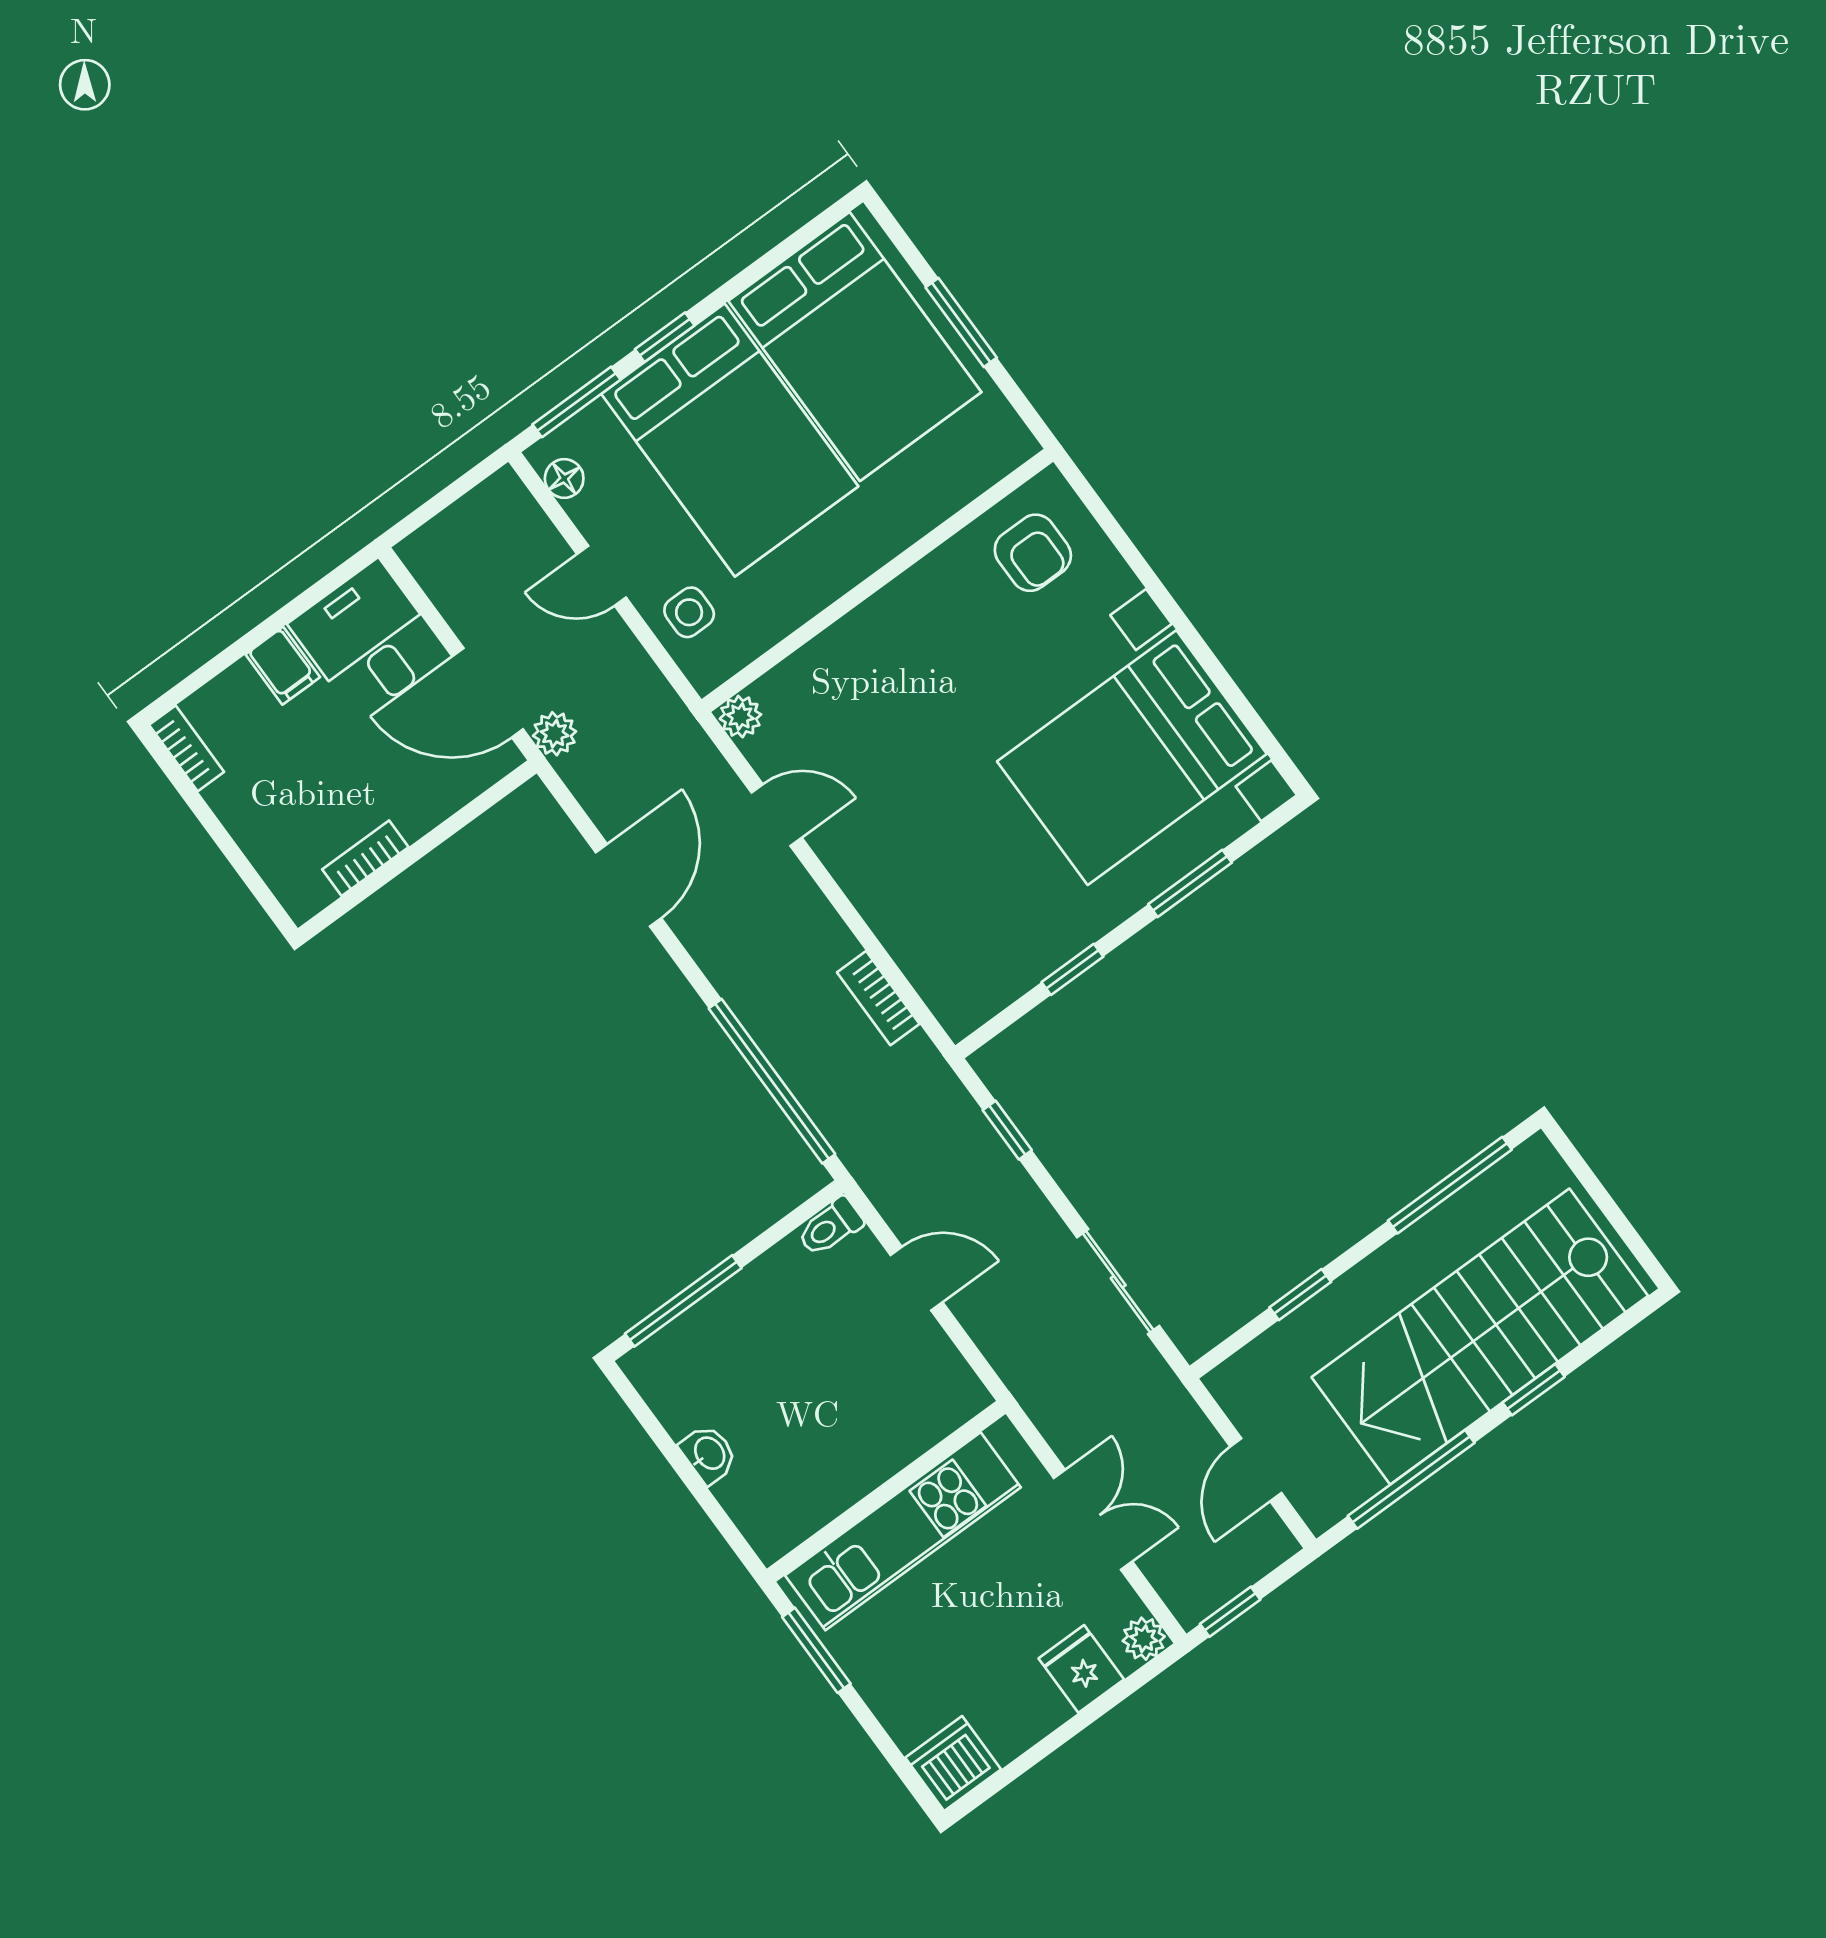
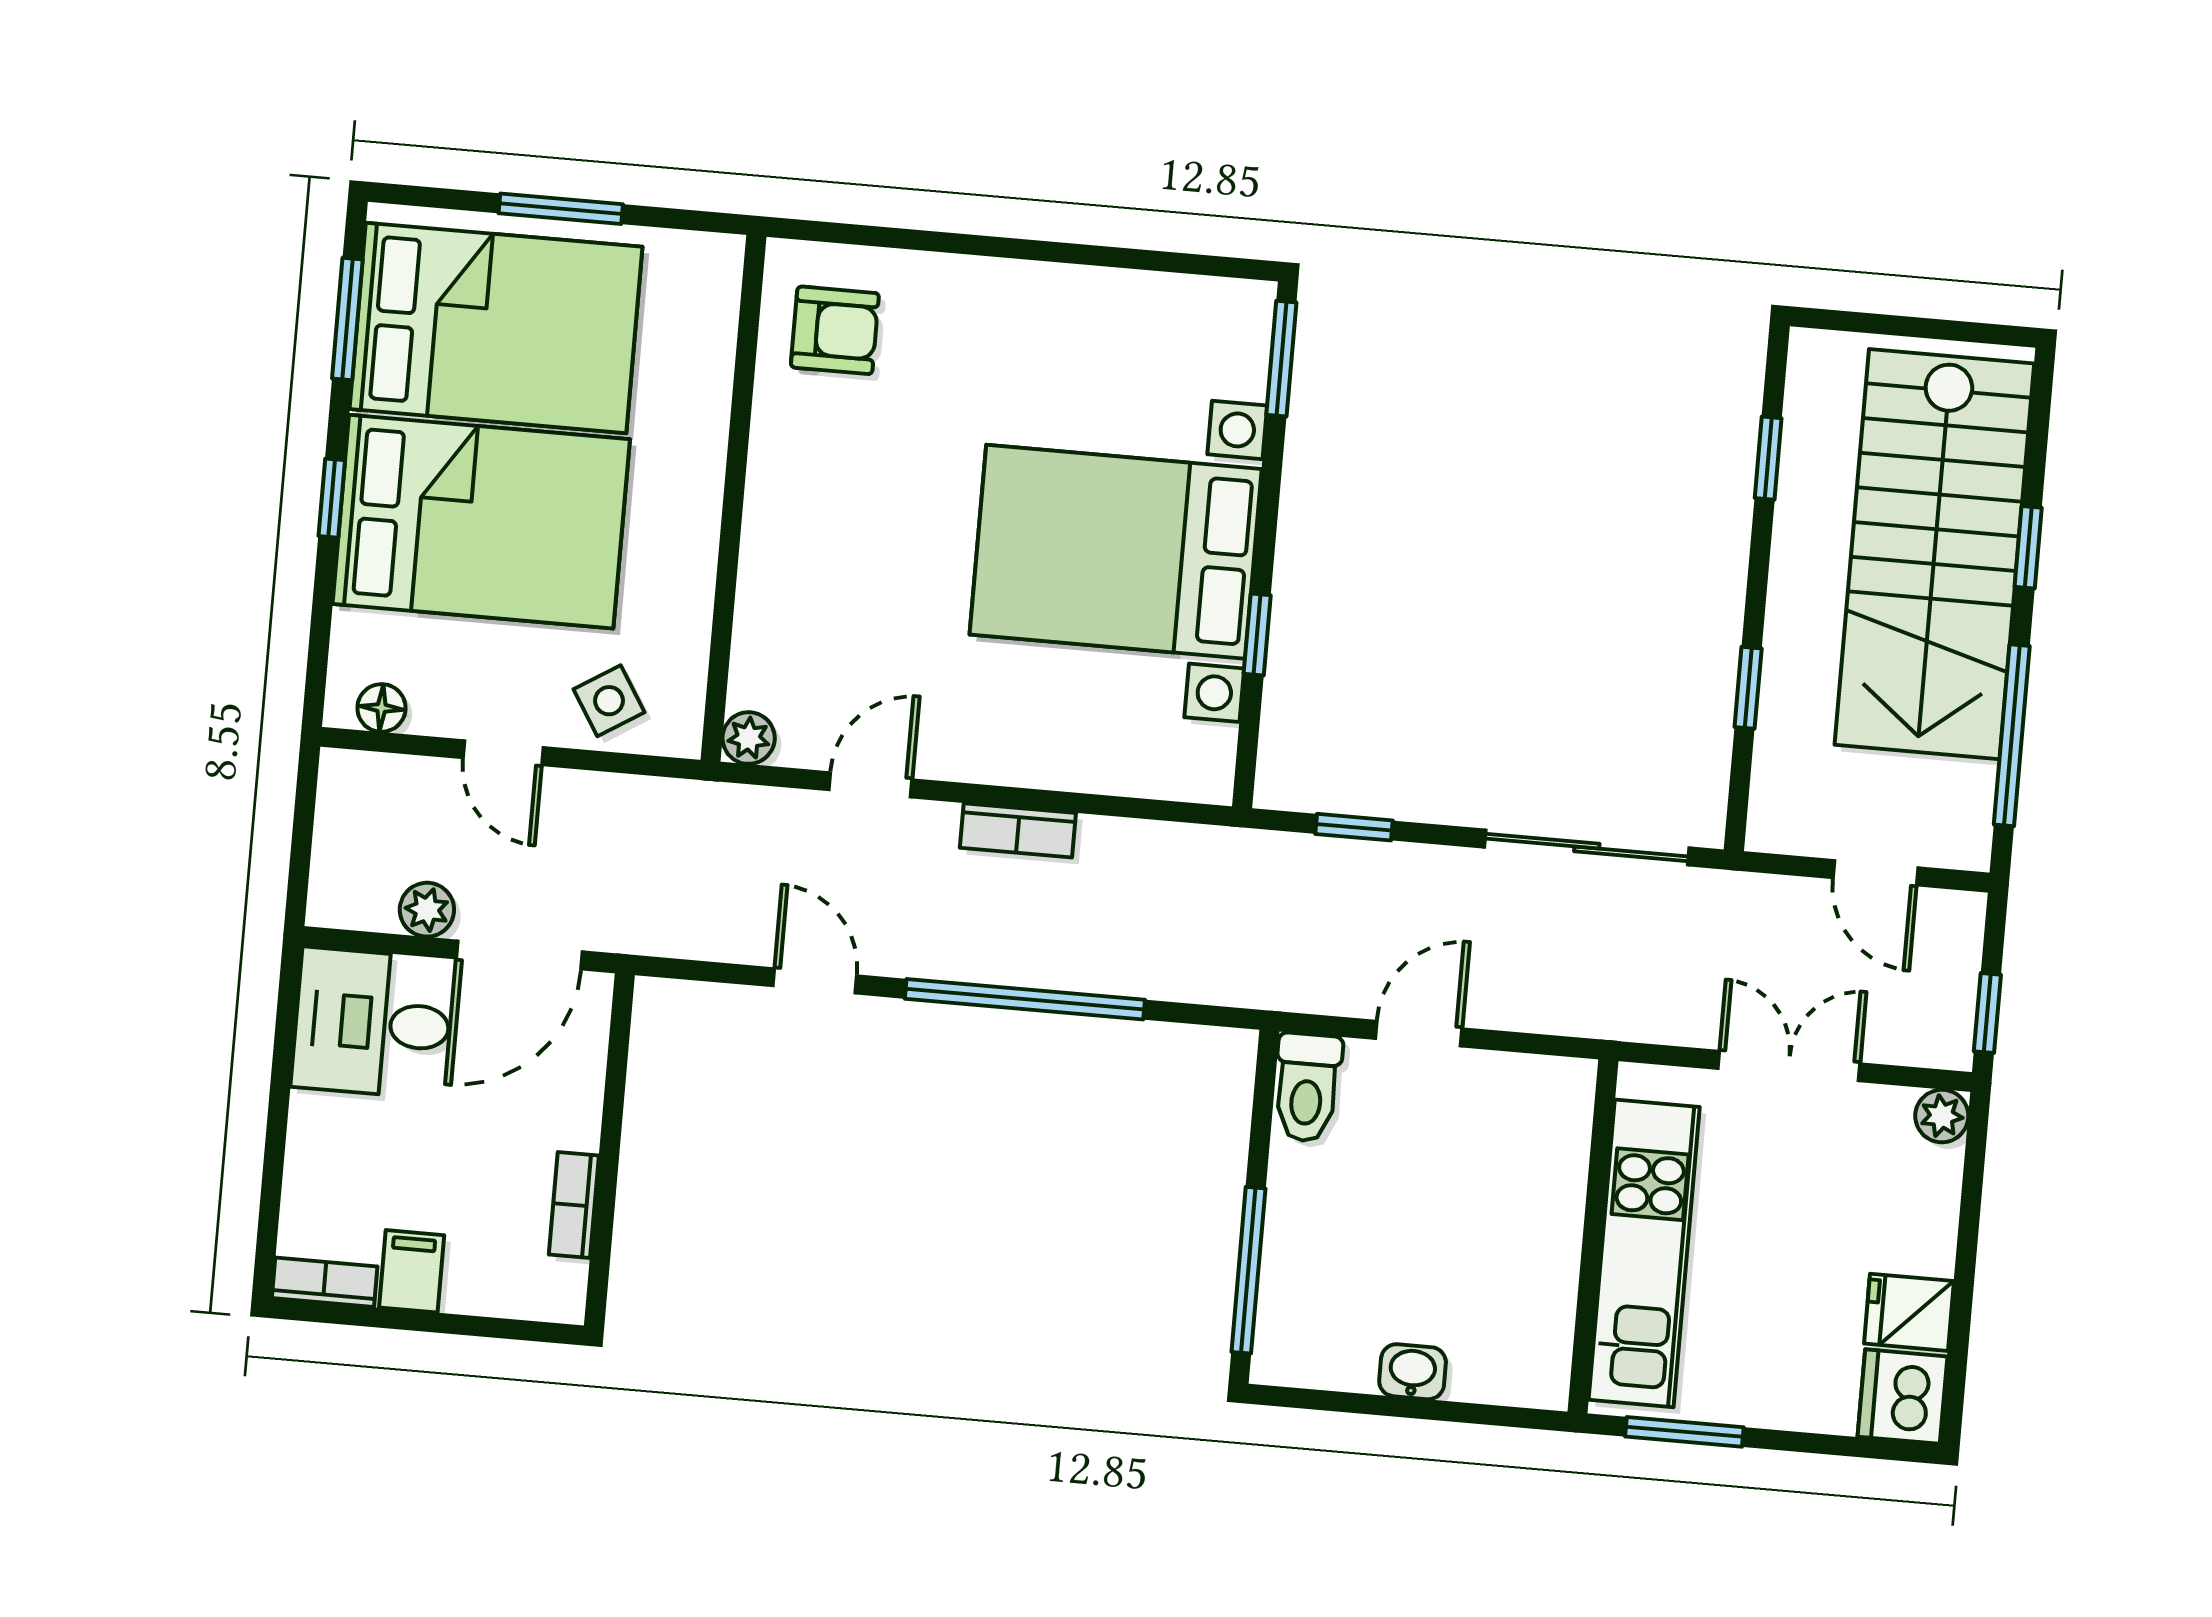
window: (576, 402) -> (347, 319), moved
door: (602, 576) -> (503, 753), hinge flipped
side table: (689, 612) -> (609, 701), turned -32
filing cabinet: (283, 666) -> (412, 1271), moved, turned -90
plant: (555, 734) -> (427, 910), moved
bed with nightstands: (1132, 758) -> (1116, 552), moved, turned 90
window: (1190, 883) -> (1281, 359), moved
door: (629, 885) -> (815, 981), width x0.73
bookcase: (878, 998) -> (1018, 830), moved
window: (772, 1081) -> (1025, 999), moved
window: (1450, 1185) -> (1768, 458), width x0.46
toilet: (830, 1227) -> (1307, 1088), width x1.37, depth x1.39
sliding door: (1118, 1282) -> (1587, 848), width x1.37
fridge: (1081, 1669) -> (1909, 1312), moved

